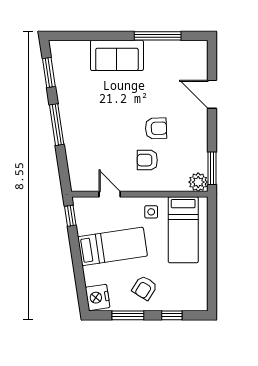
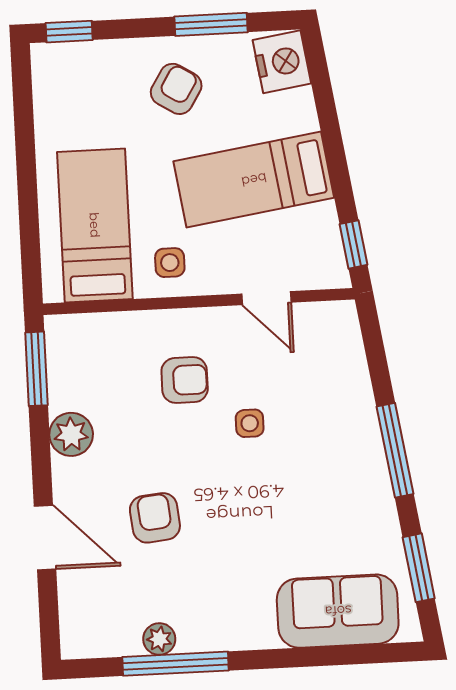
plant: (164, 47) -> (159, 639), added
sofa: (117, 55) -> (338, 611), moved
armchair: (156, 128) -> (155, 518), moved, turned 86
side table: (120, 140) -> (250, 423), added
plant: (198, 182) -> (71, 434), moved
window: (172, 315) -> (69, 32), moved

